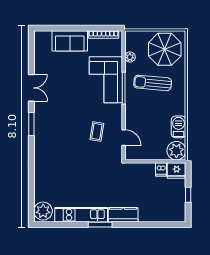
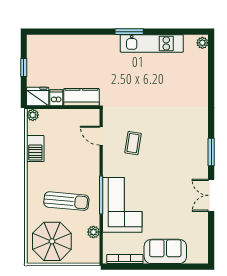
plant: (176, 151) -> (33, 115), width x0.53, depth x0.53
plant: (43, 211) -> (202, 43), width x0.53, depth x0.53
kitchen counter: (123, 215) -> (81, 97), moved, turned 180

